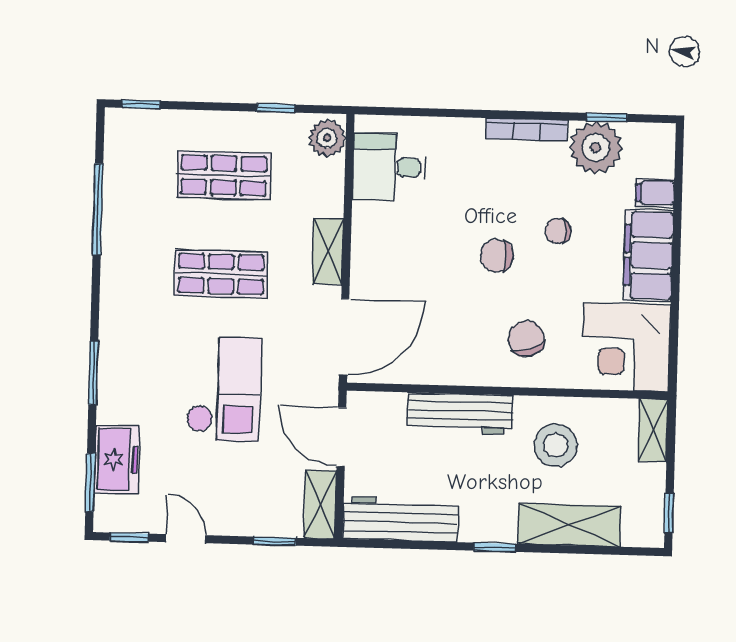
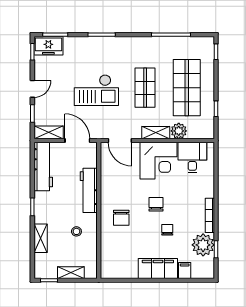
plant: (327, 138) -> (179, 131), moved
shop shelf: (224, 175) -> (187, 88), width x1.43, depth x1.36
door: (344, 337) -> (120, 141), width x0.73
chair: (526, 339) -> (121, 218), turned 108
corner desk: (626, 347) -> (159, 161), moved, turned 180
shelving: (653, 431) -> (71, 273), moved
door: (341, 437) -> (77, 141), hinge flipped
stool: (556, 445) -> (76, 231), width x0.53, depth x0.53
freezer: (117, 459) -> (48, 46), moved
shelving: (569, 525) -> (41, 238), width x0.67, depth x0.75
door: (186, 539) -> (32, 89), moved

